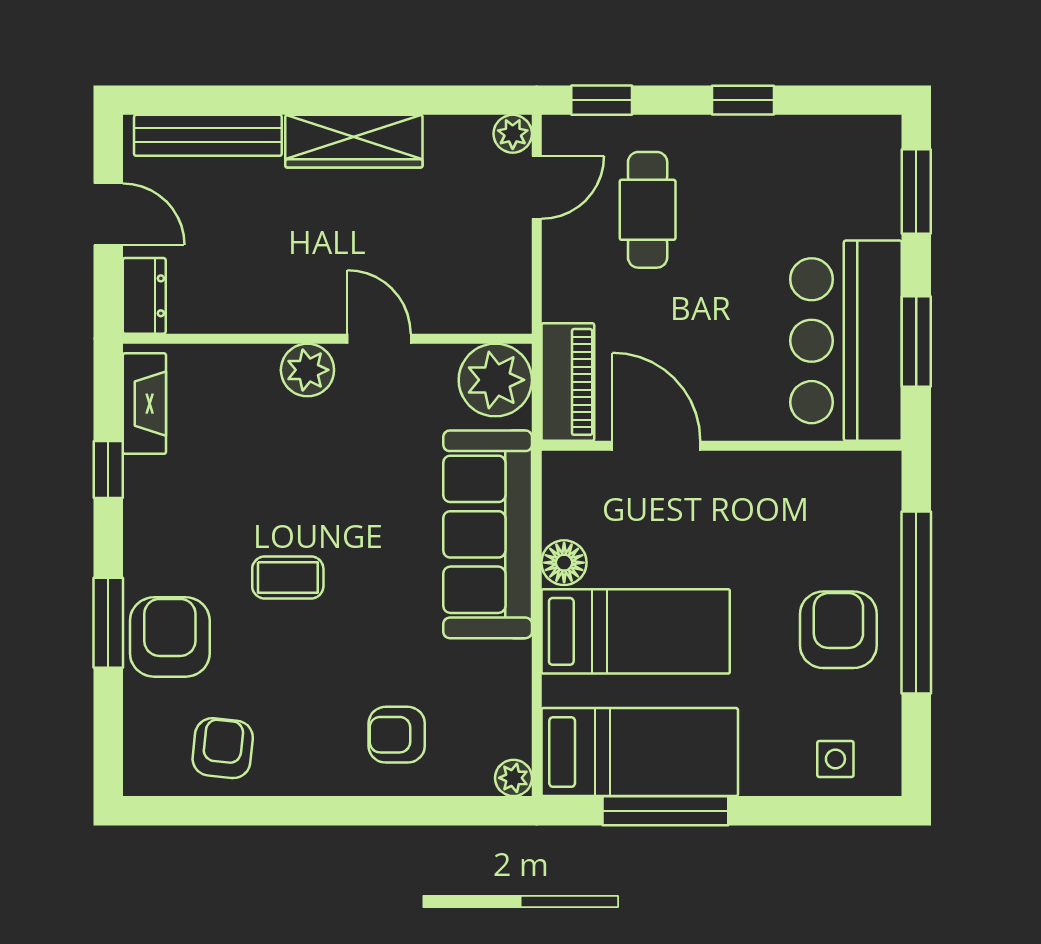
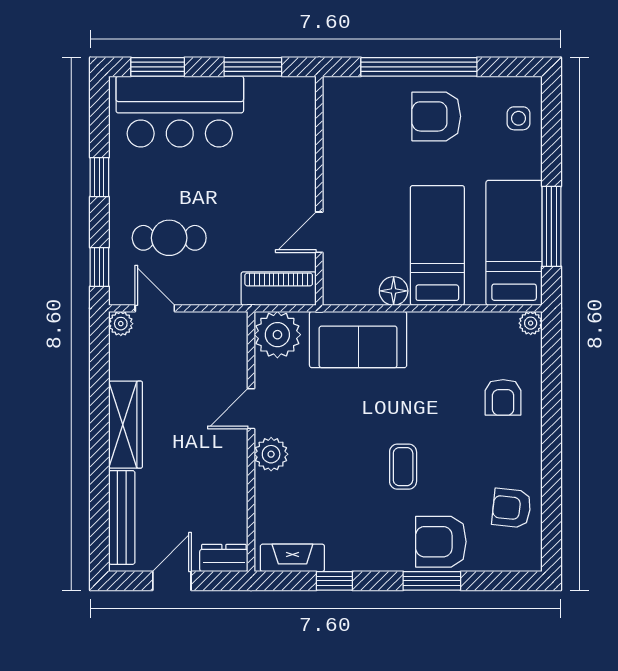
bar counter: (846, 341) -> (180, 112), moved
door: (656, 446) -> (319, 232), width x0.73
sofa: (488, 534) -> (358, 340), width x0.73

